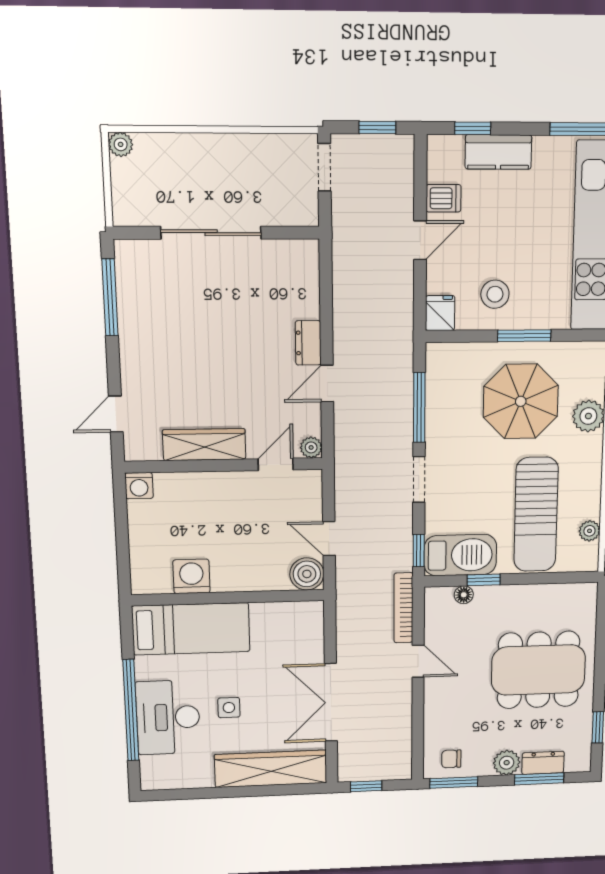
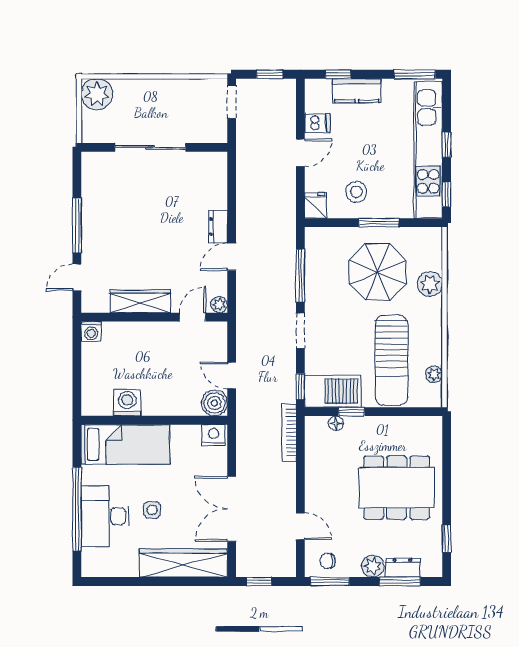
plant: (121, 144) -> (97, 94), width x1.88, depth x1.88
window: (110, 297) -> (77, 226), moved
nightstand: (306, 614) -> (214, 435), added
door: (418, 661) -> (300, 526), moved

